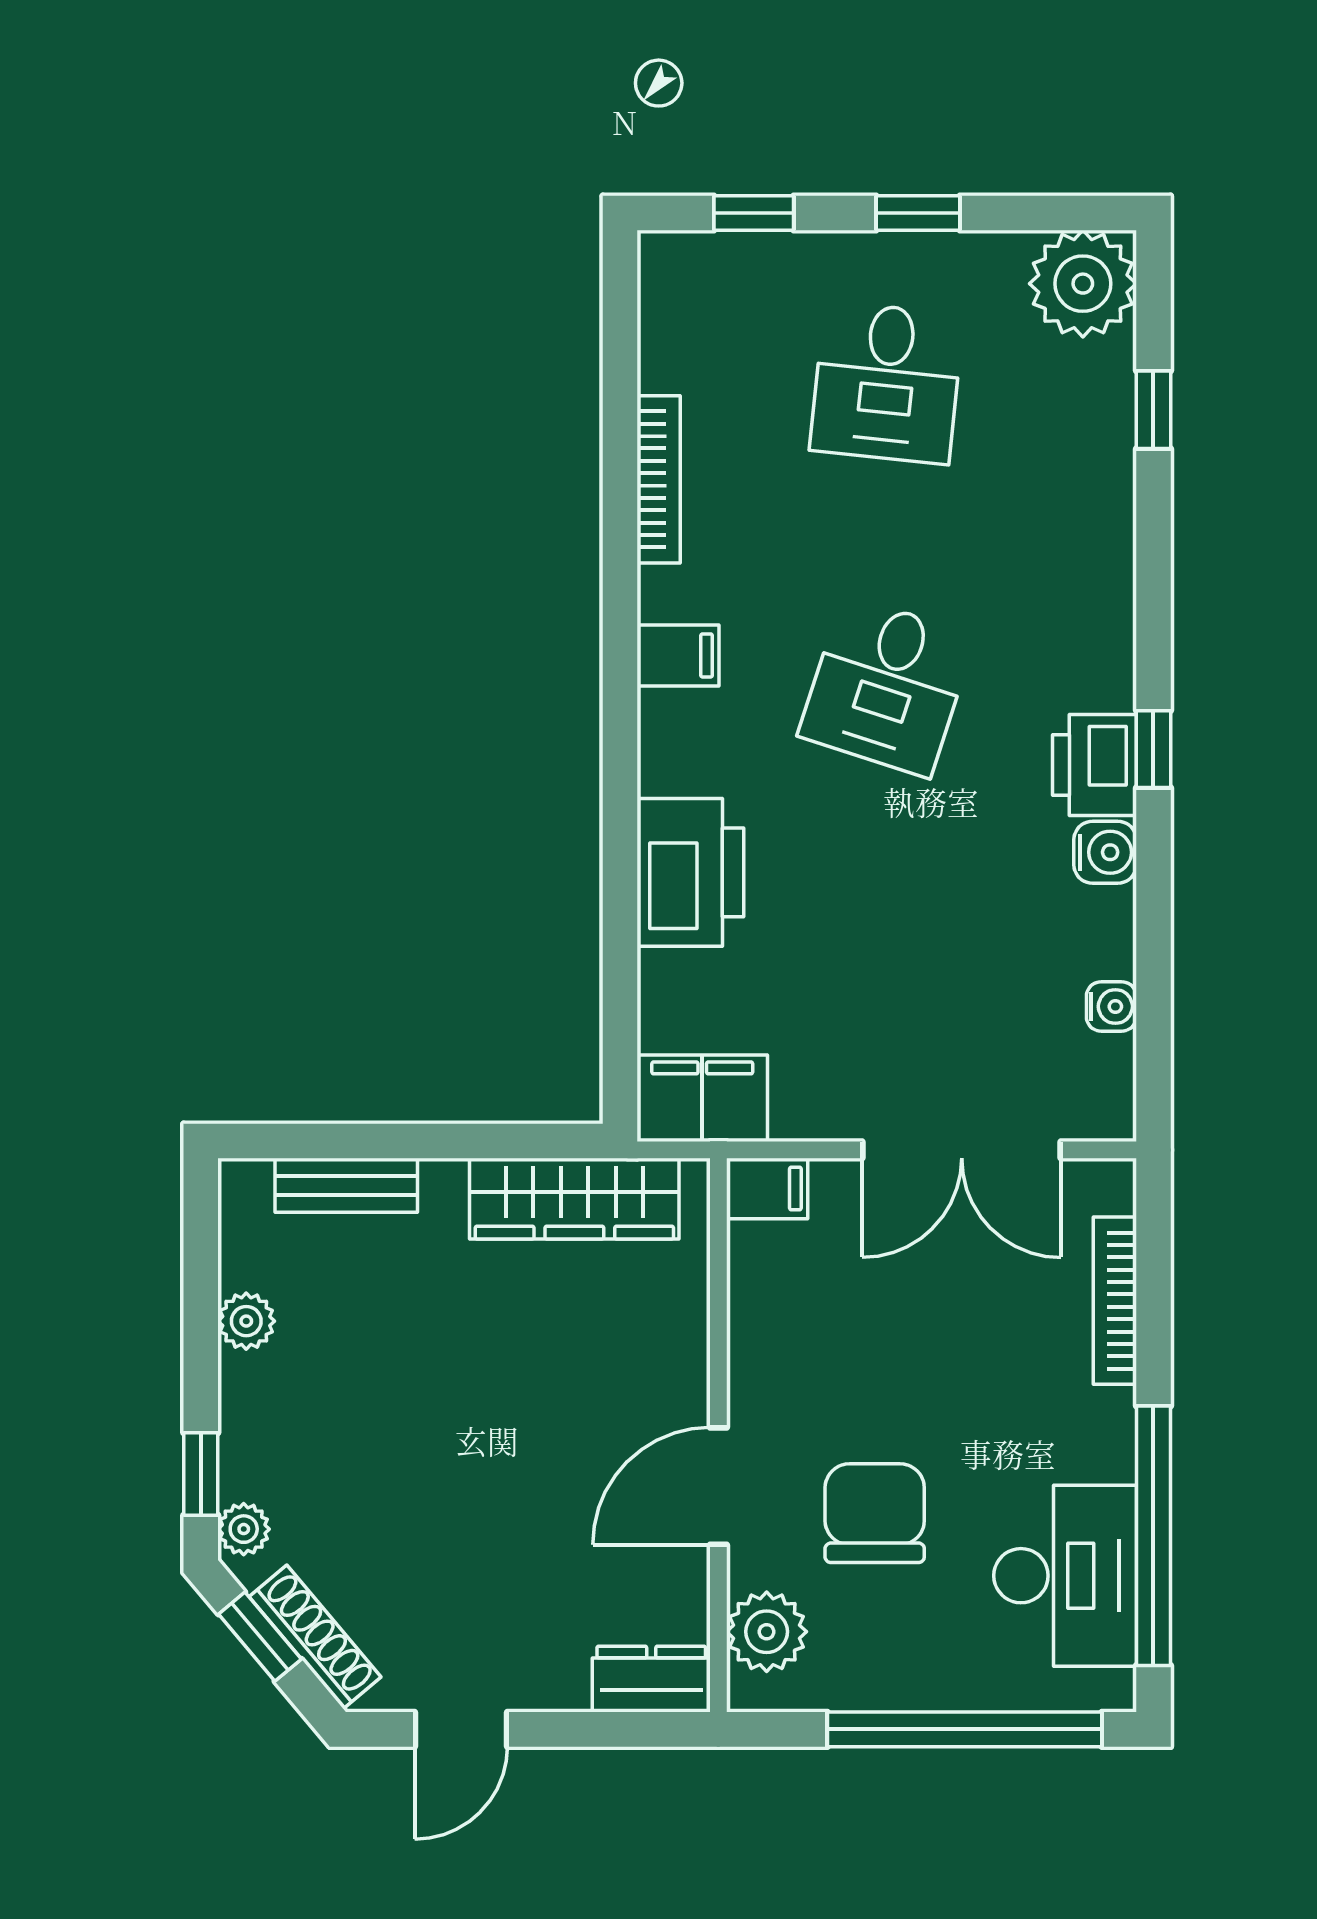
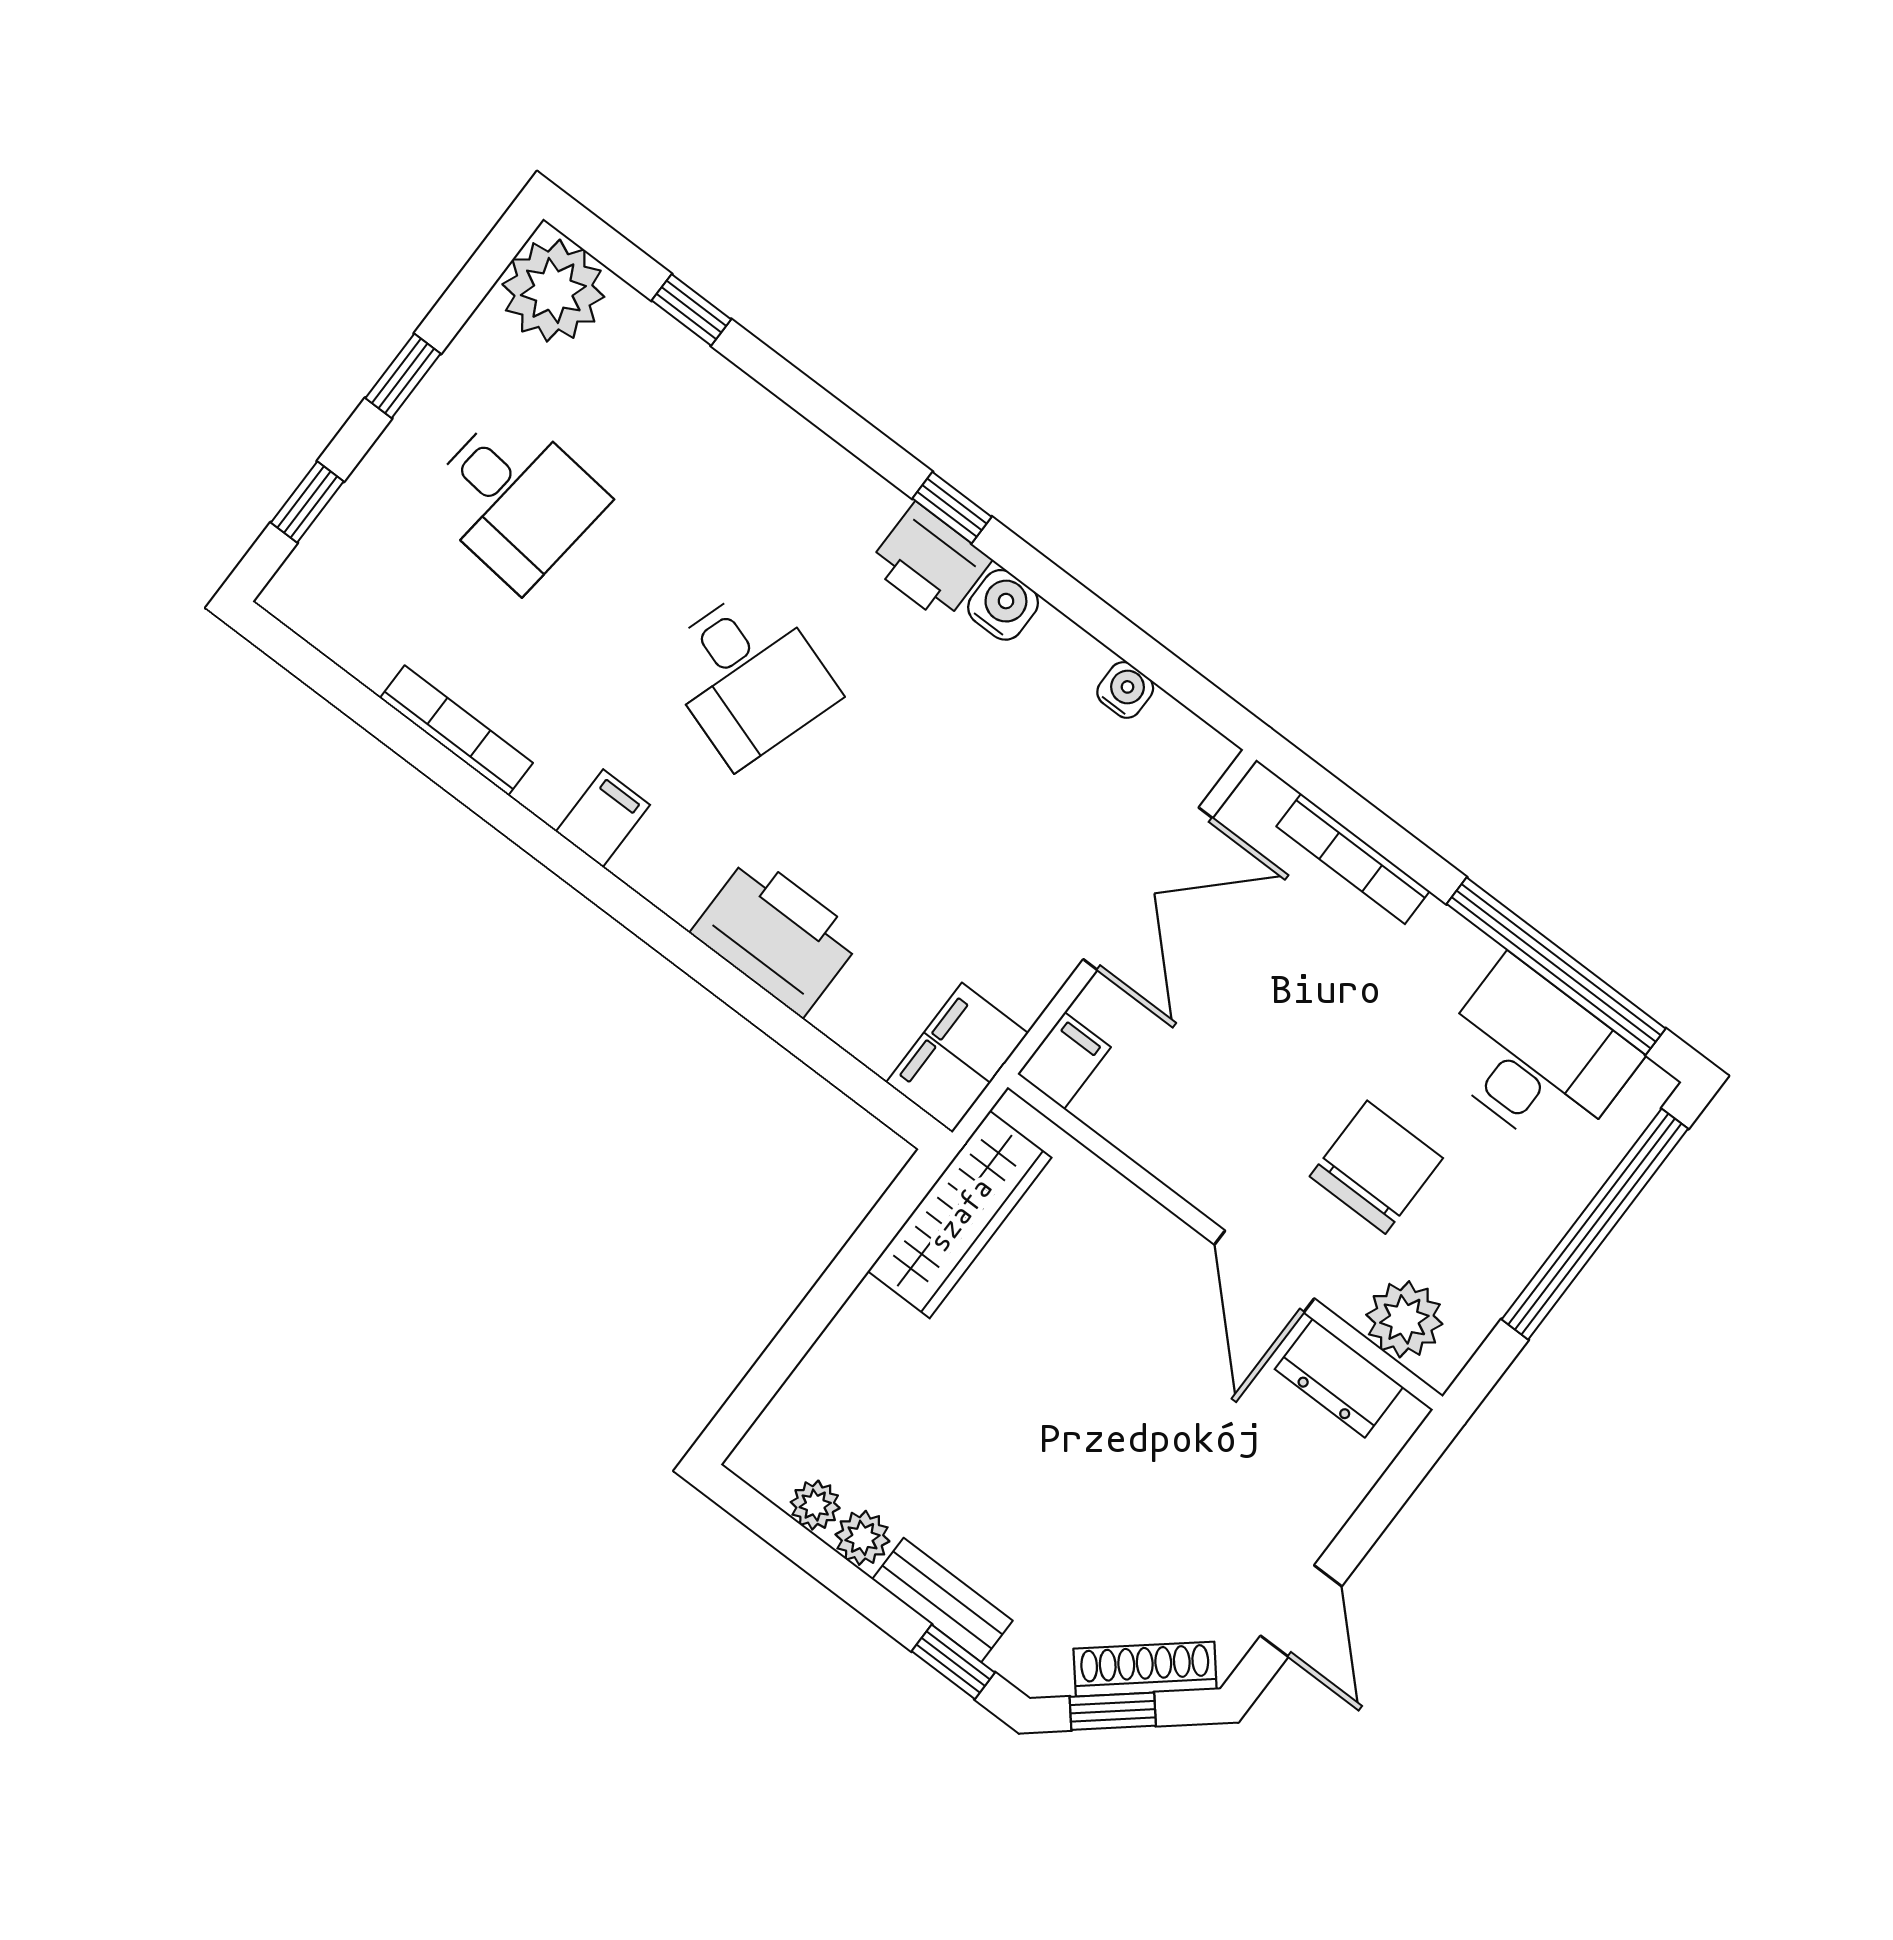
bench: (346, 1185) -> (942, 1600), moved, turned 90
chair: (875, 1513) -> (1376, 1167), turned 90
plant: (244, 1529) -> (815, 1505), moved
dresser: (651, 1679) -> (1339, 1378), moved, turned -90

